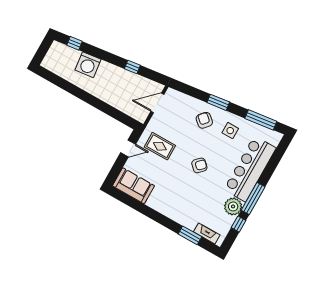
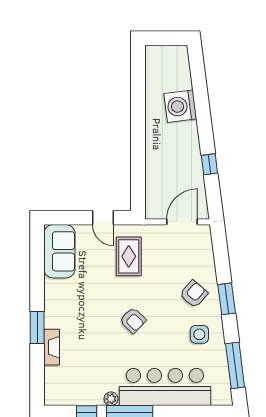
window: (75, 43) -> (198, 74), removed
door: (157, 103) -> (182, 222), hinge flipped
plant: (233, 206) -> (111, 399), width x0.53, depth x0.53
fireplace: (207, 233) -> (52, 347), moved
window: (190, 235) -> (37, 327), moved

